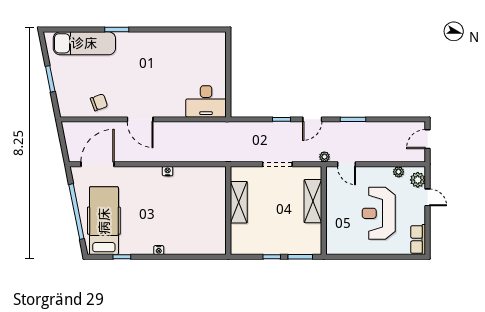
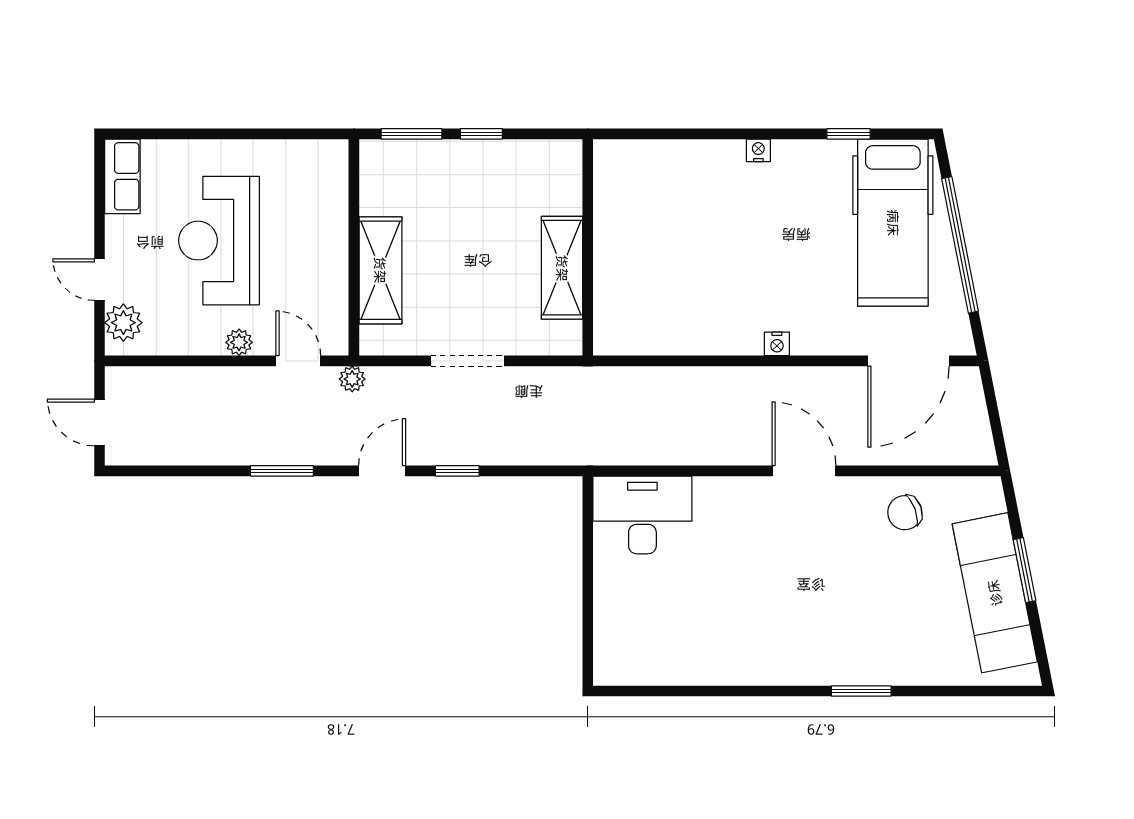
exam couch: (84, 43) -> (995, 593), moved, turned -101
door: (428, 139) -> (99, 422), swing flipped
nightstand: (168, 171) -> (777, 344), moved
plant: (399, 172) -> (239, 342), moved
reception desk: (379, 213) -> (219, 241), turned 180

